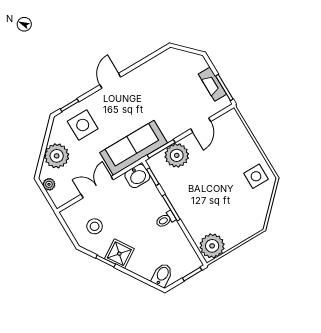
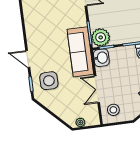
door: (110, 81) -> (28, 59), moved
plant: (177, 155) -> (101, 37), moved
plant: (57, 156) -> (63, 108), removed
stool: (95, 226) -> (113, 110), moved

